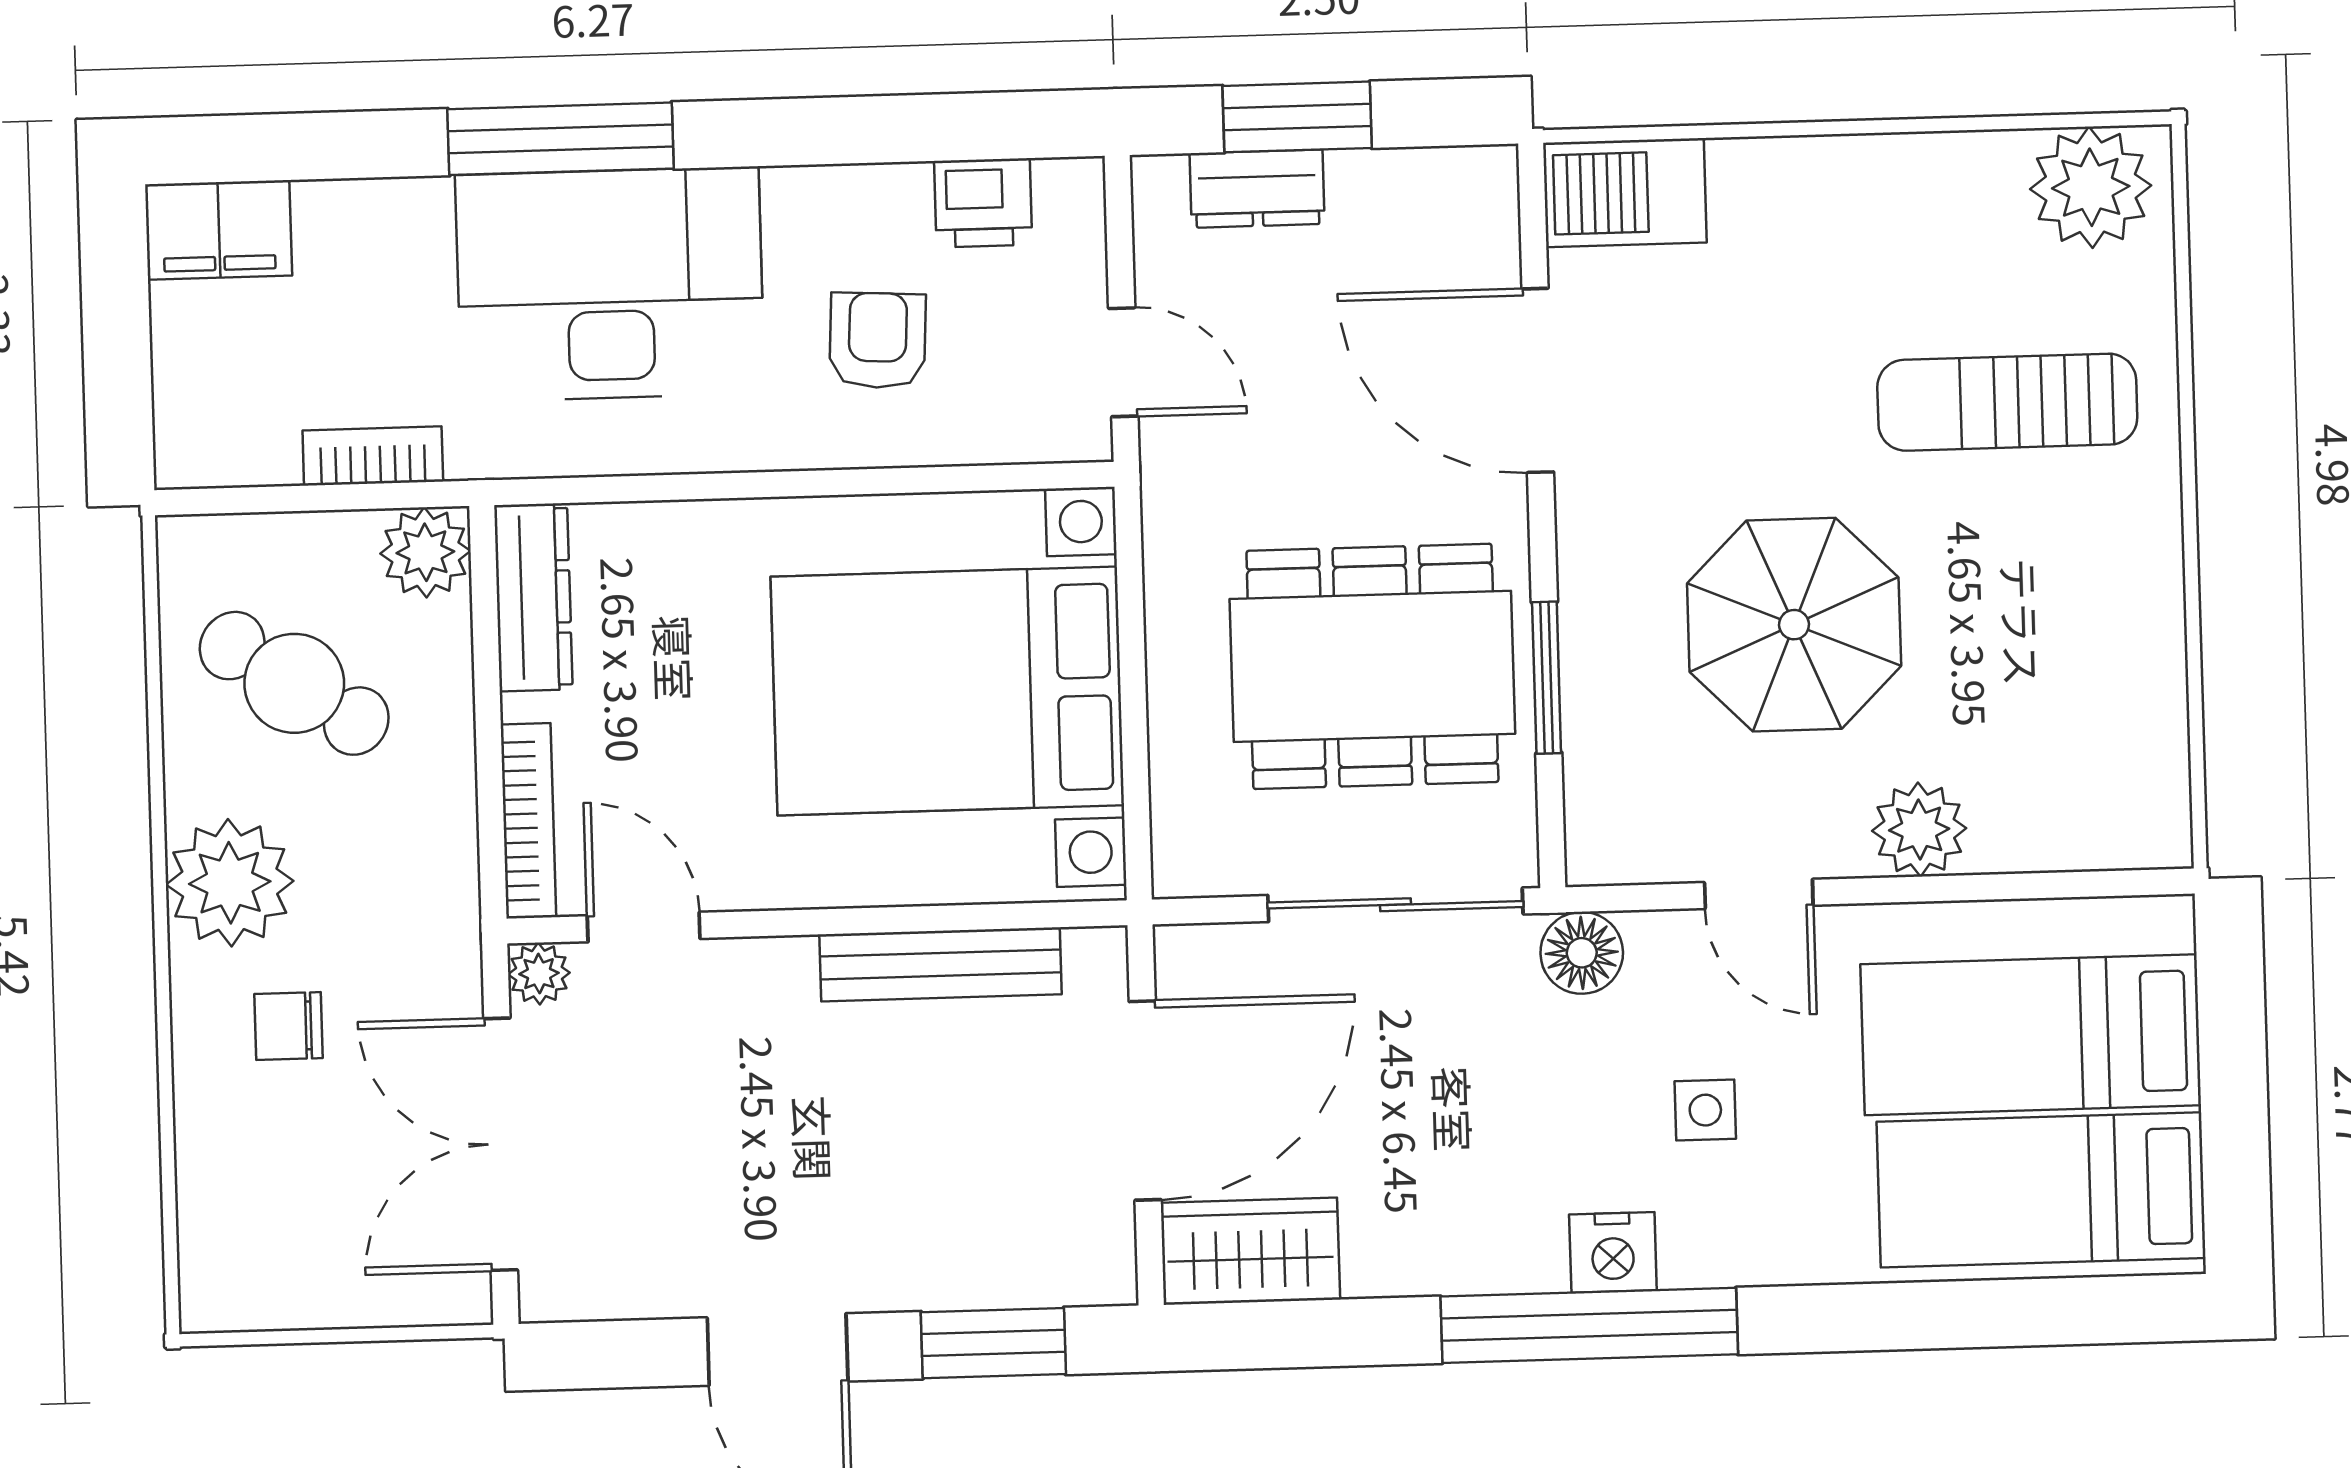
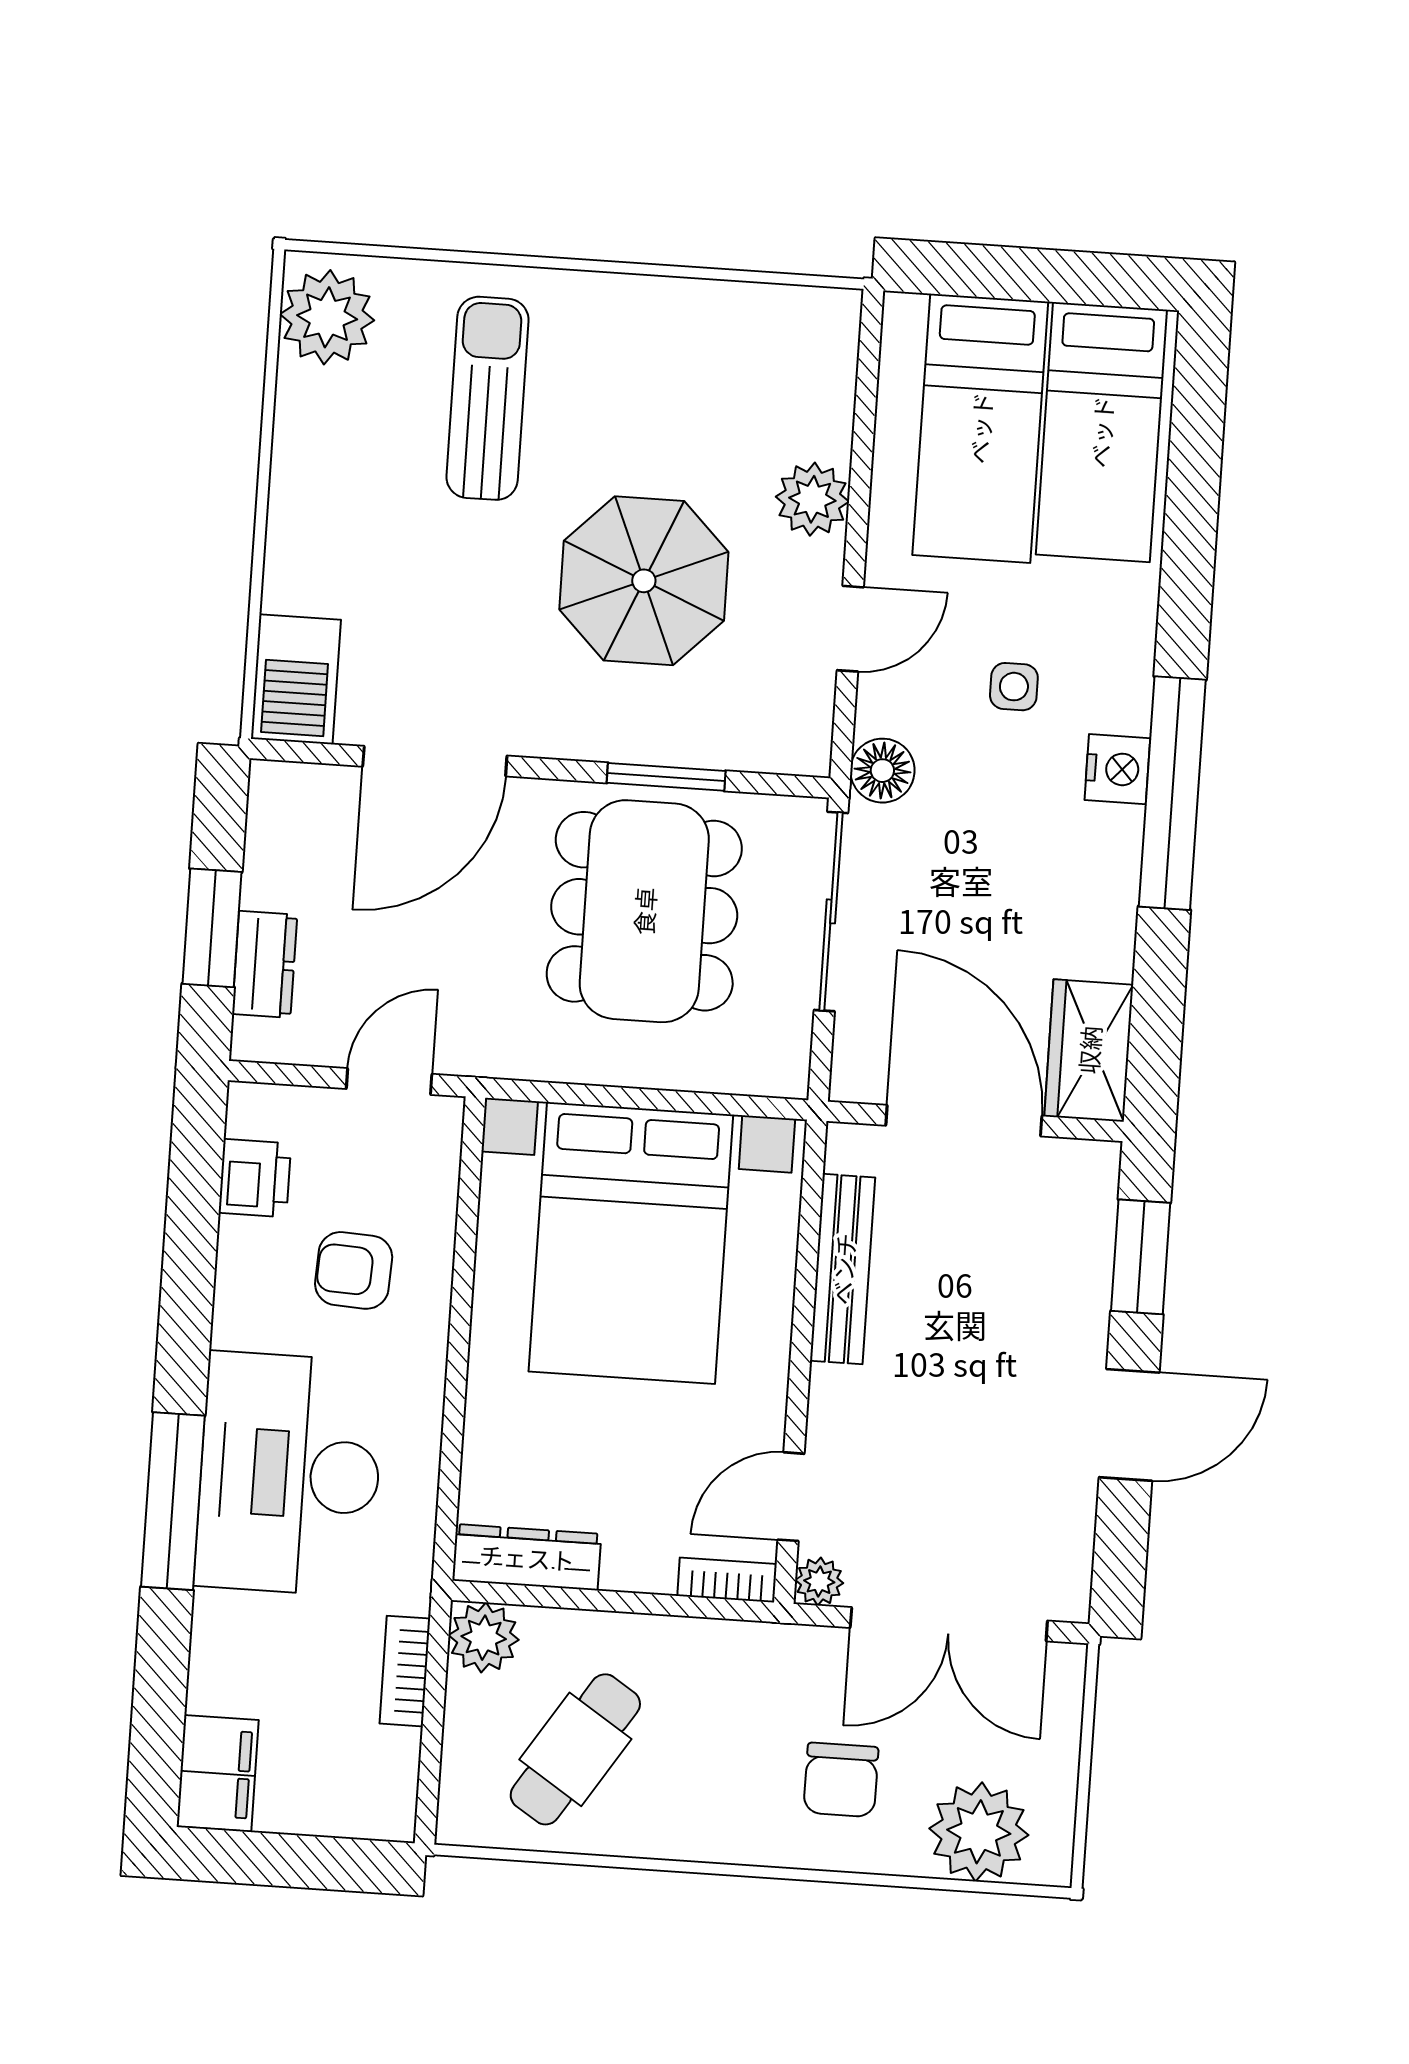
sun lounger: (2007, 402) -> (487, 398), turned 180
bookcase: (528, 821) -> (727, 1580), width x0.64
plant: (230, 883) -> (979, 1832), moved
chair: (289, 1026) -> (841, 1780), width x1.37, depth x1.37

